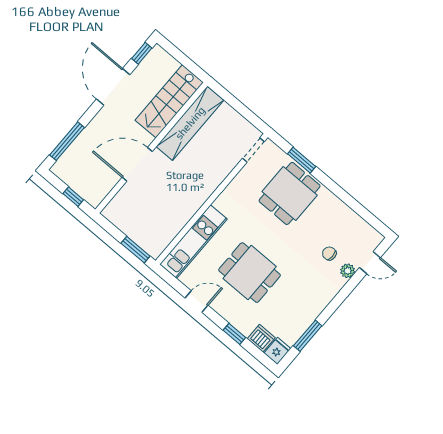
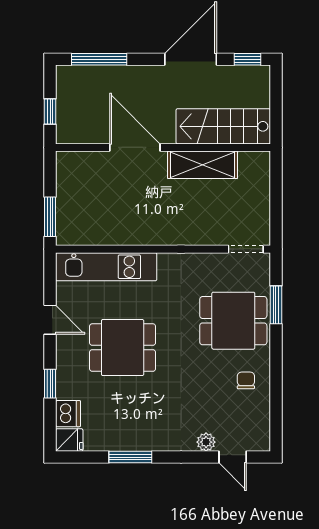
shelving: (190, 123) -> (202, 165), width x0.68
chair: (329, 253) -> (246, 380), moved
dining table: (250, 273) -> (123, 348), turned 90
window: (308, 336) -> (130, 457), moved

